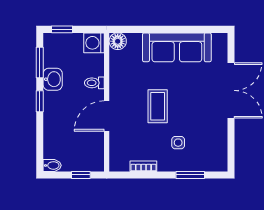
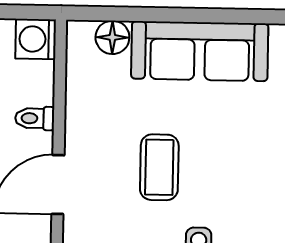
floor lamp: (118, 41) -> (112, 37), moved

